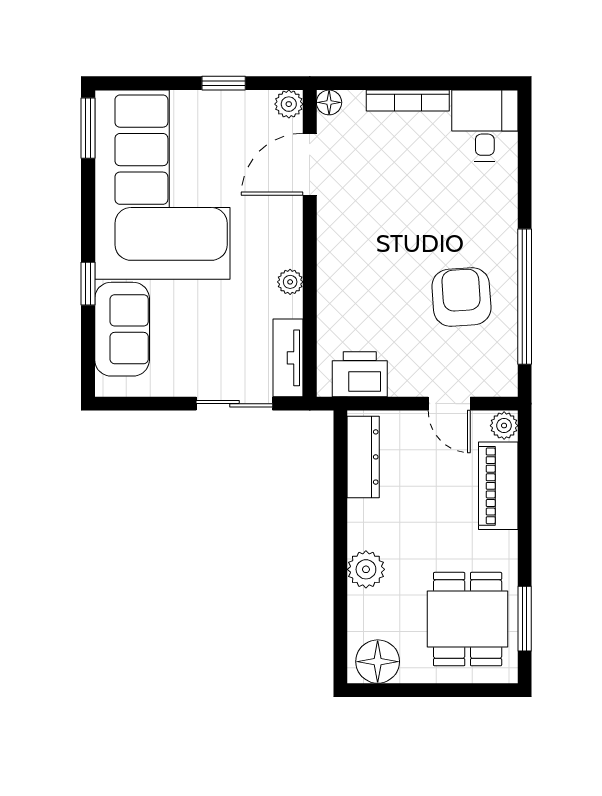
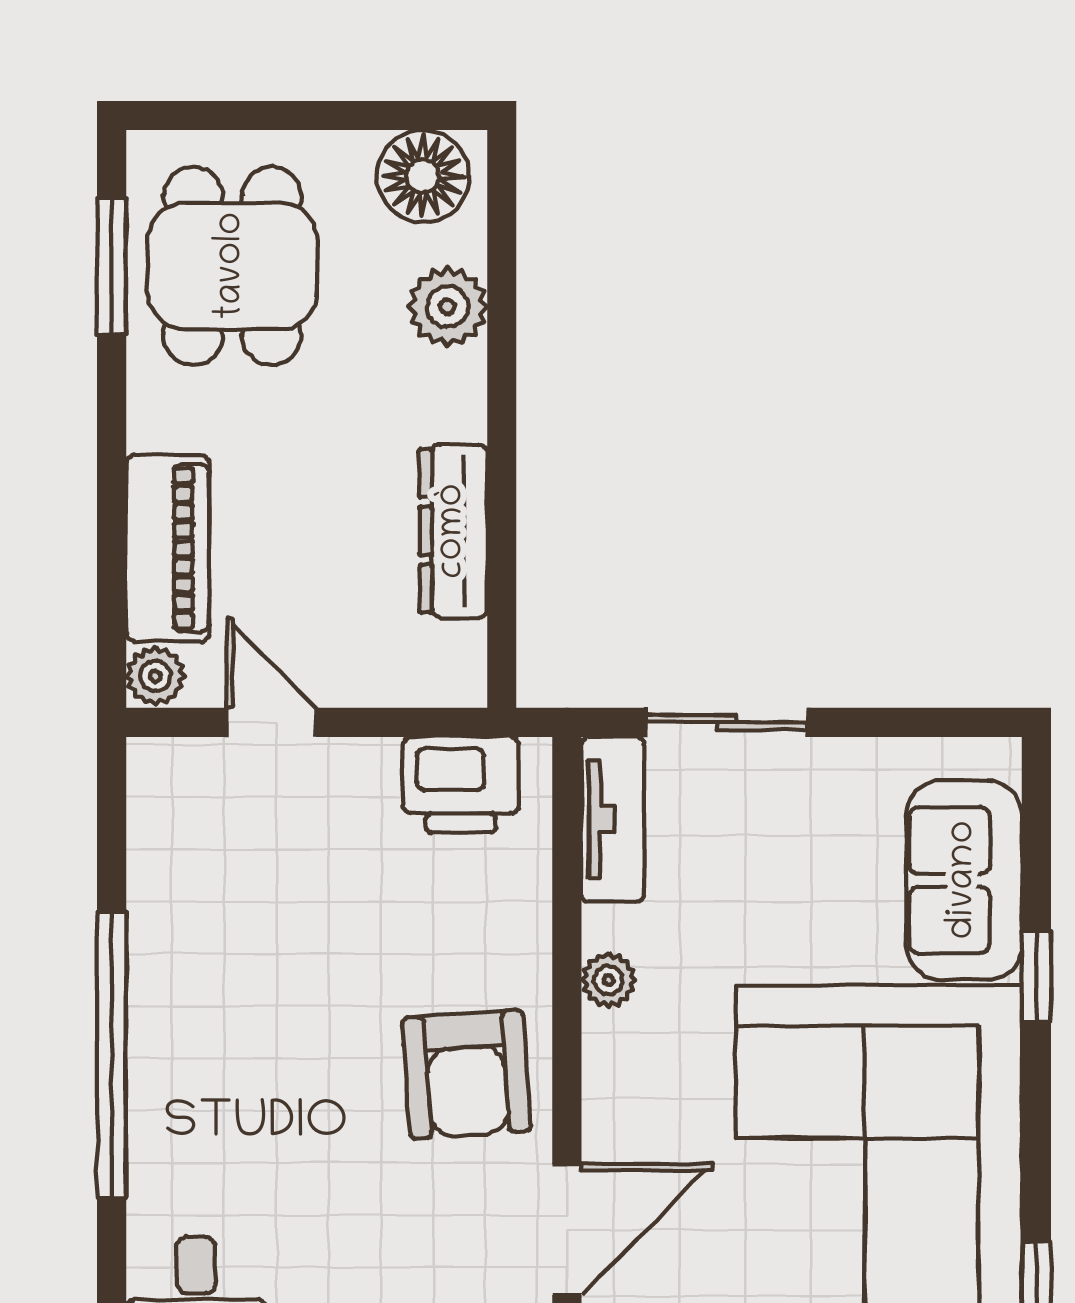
armchair: (461, 297) -> (467, 1074), moved
window: (525, 297) -> (112, 1055), moved
dresser: (363, 457) -> (453, 531), moved
plant: (366, 569) -> (448, 307), moved

